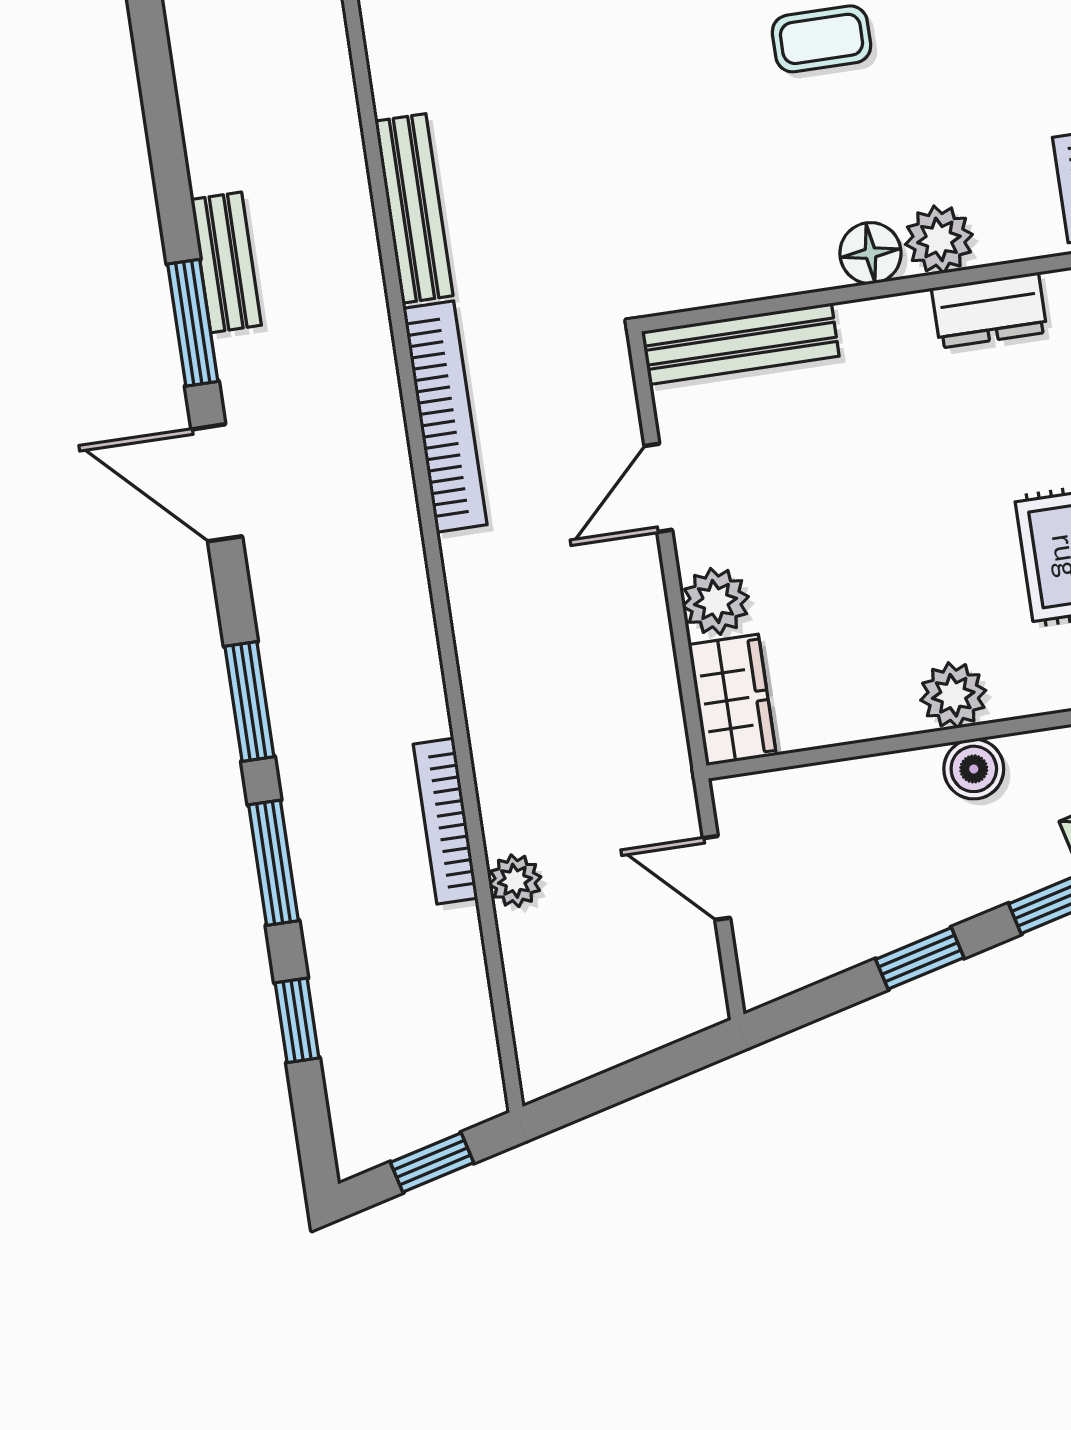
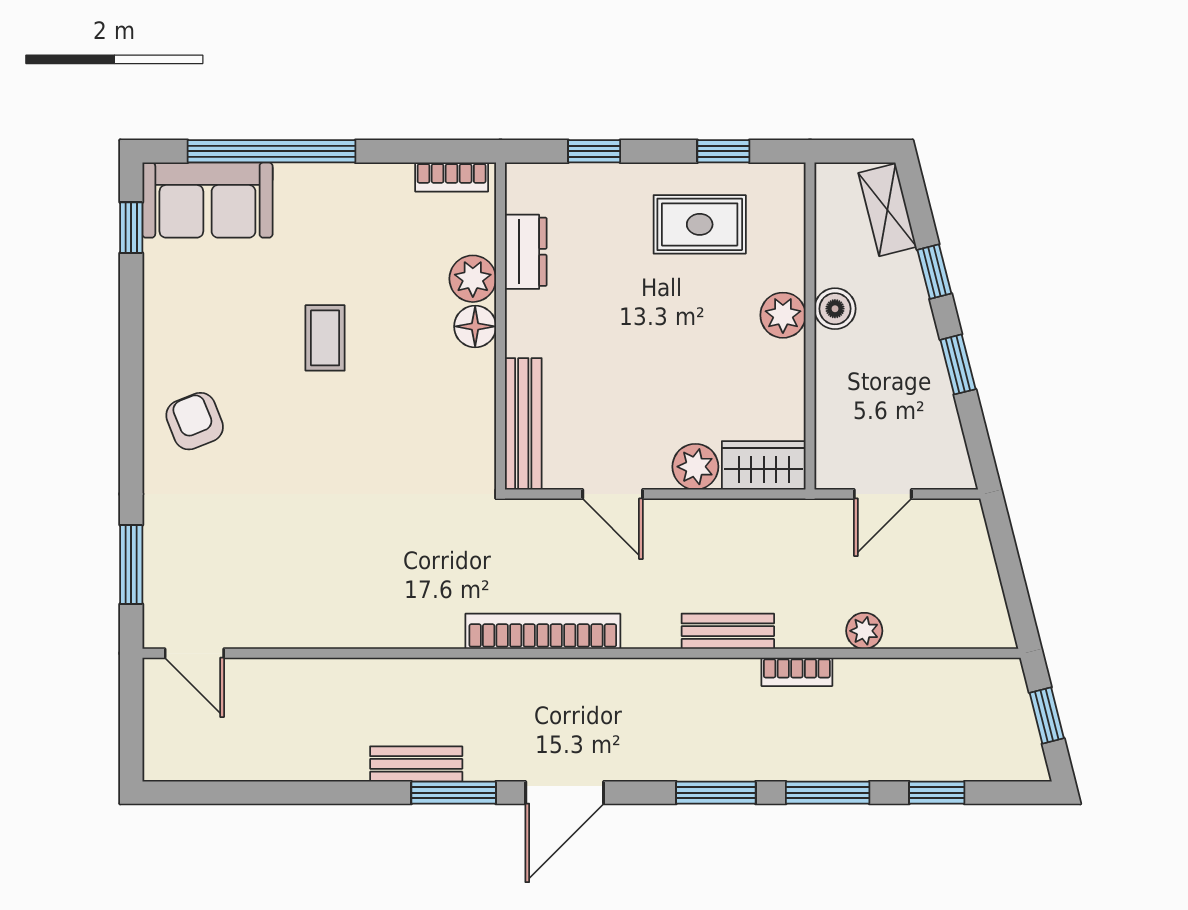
bench: (414, 208) -> (728, 631), moved, width x0.73
bookcase: (445, 821) -> (797, 672), width x0.64

